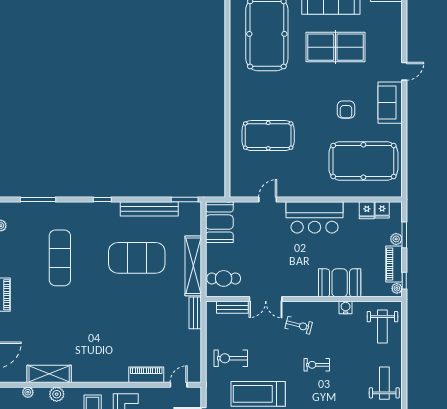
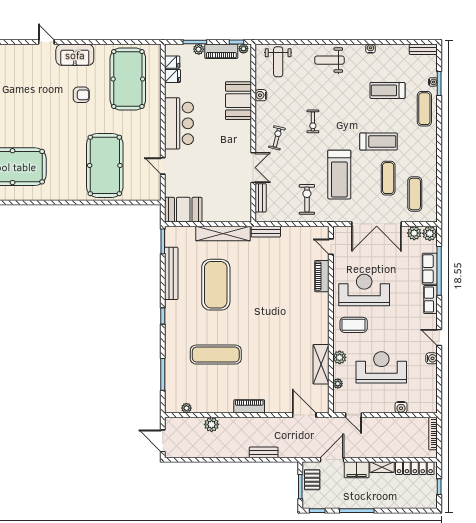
table tennis table: (335, 47) -> (24, 104), removed
pool table: (268, 136) -> (105, 165), width x1.36, depth x1.32
cafe table: (224, 278) -> (234, 206), removed
weight bench: (382, 327) -> (278, 62), turned 90
exercise bike: (231, 358) -> (307, 199), turned 180

